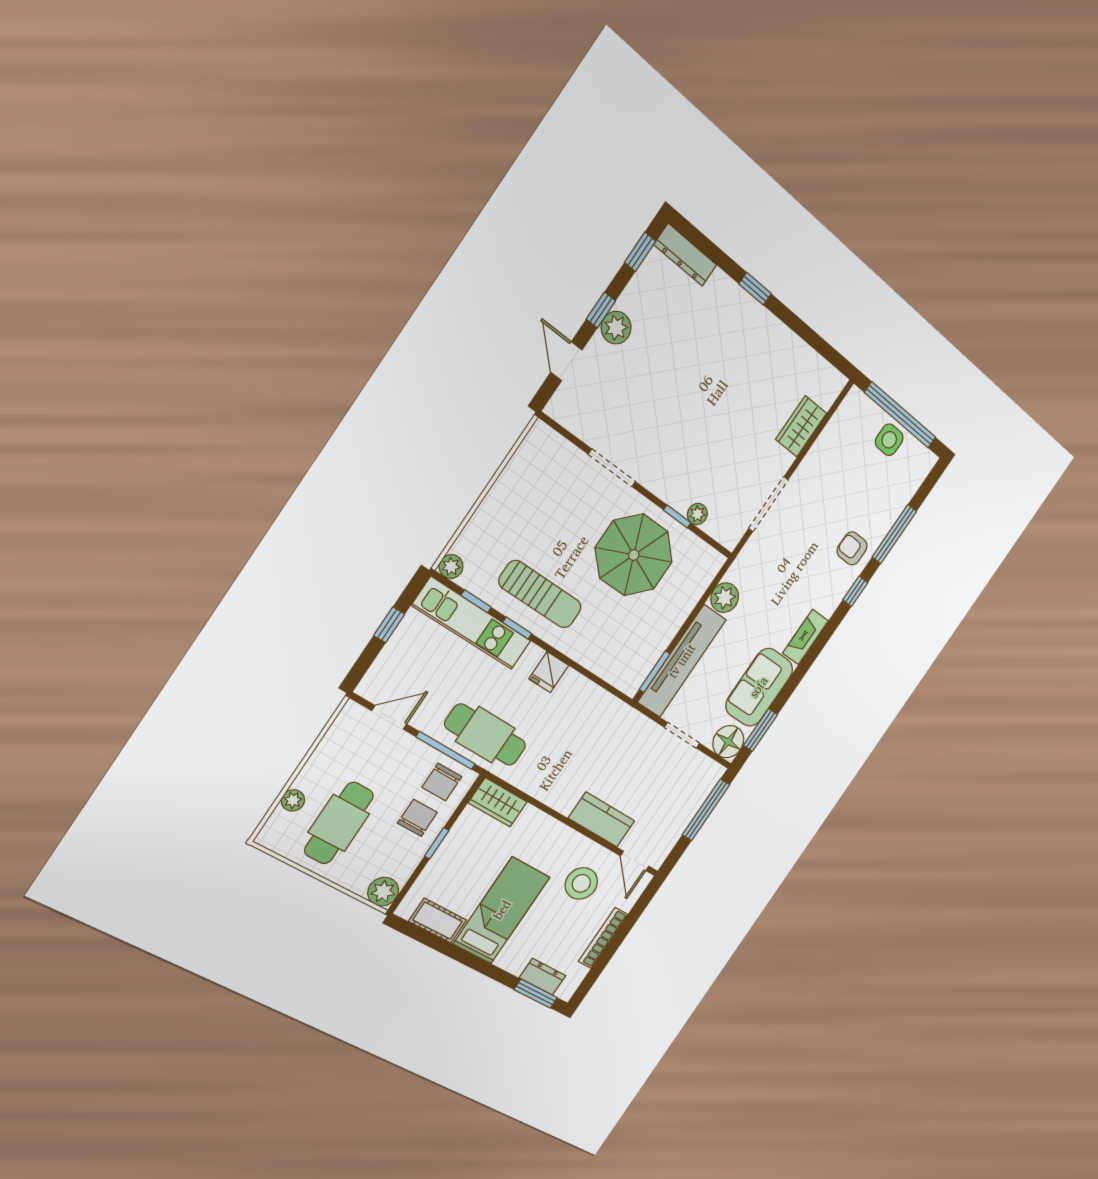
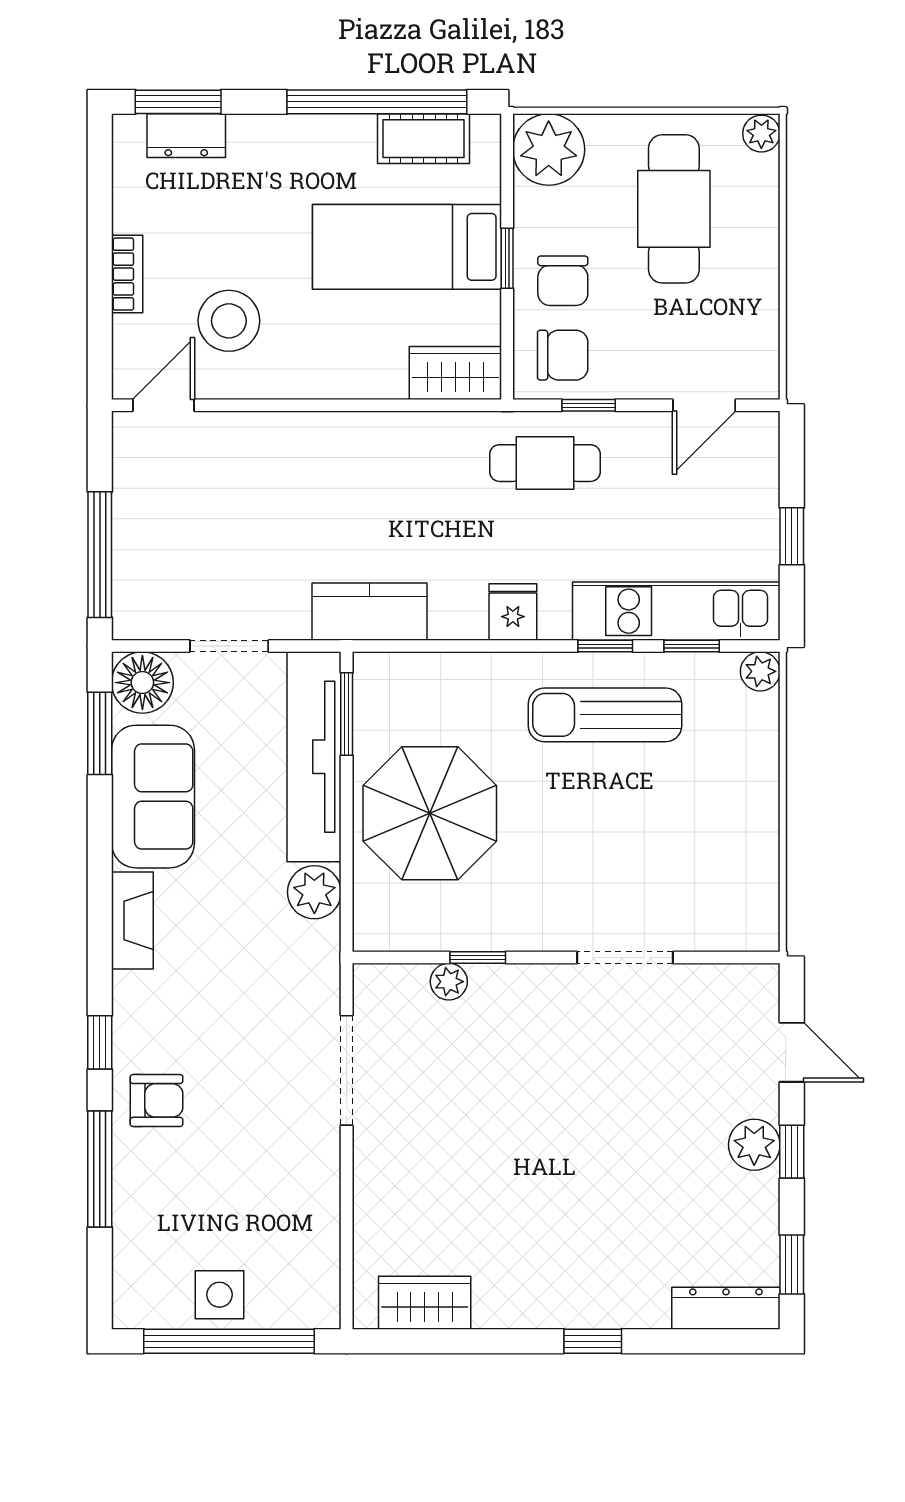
wardrobe: (801, 426) -> (425, 1303), moved, turned -90
parasol: (634, 555) -> (430, 813), moved
cafe table: (485, 735) -> (545, 463), width x0.73, depth x0.74
window: (446, 750) -> (589, 405), width x0.46
chair: (442, 782) -> (563, 355), turned 90
plant: (293, 800) -> (761, 134), moved
kitchen counter: (602, 820) -> (369, 612), moved, turned 180
door: (635, 861) -> (164, 405), hinge flipped
plant: (383, 892) -> (549, 150), width x1.36, depth x1.36
bed: (502, 910) -> (407, 247), moved, turned 90
bookcase: (603, 938) -> (127, 274), width x0.64
window: (448, 949) -> (377, 102), added

